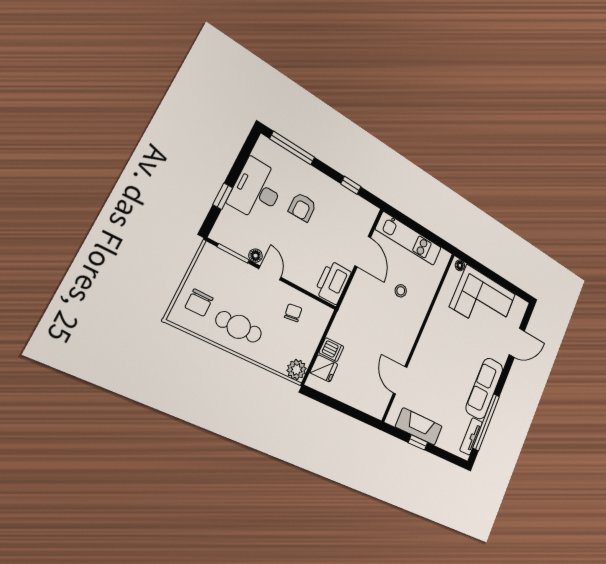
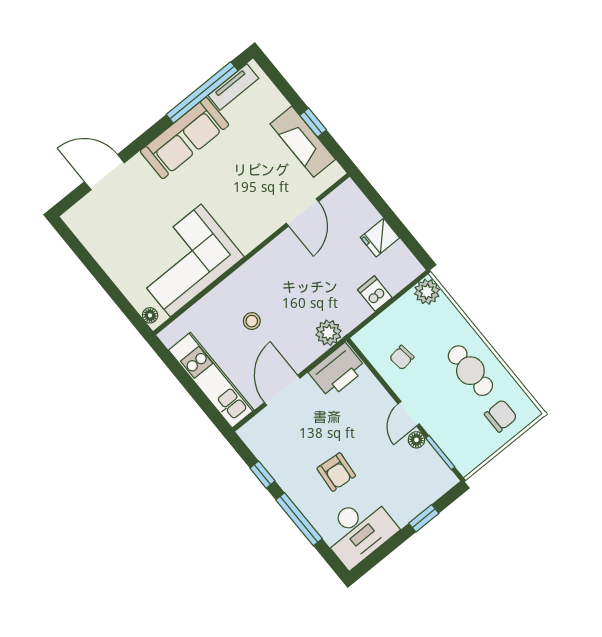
window: (292, 148) -> (299, 519), moved
desk: (257, 190) -> (358, 530), moved
armchair: (302, 207) -> (336, 472), turned 95
corner sofa: (483, 300) -> (186, 261), moved, turned -90
plant: (350, 307) -> (328, 333), added
fridge: (324, 368) -> (380, 238), moved, turned -90

